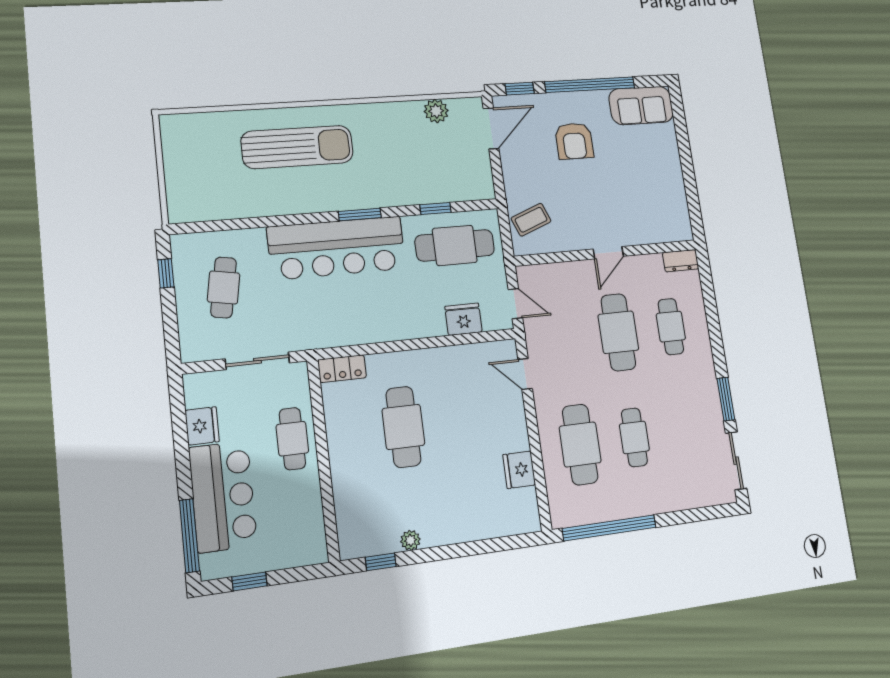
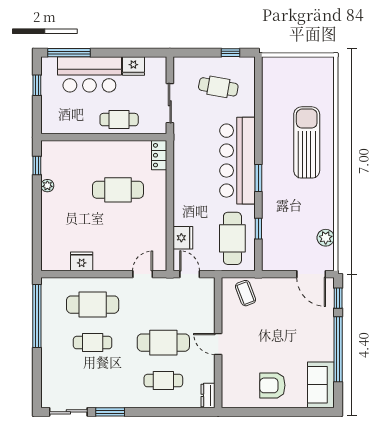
armchair: (574, 141) -> (272, 385), moved
sun lounger: (297, 147) -> (307, 142), turned 180
door: (515, 304) -> (190, 274), swing flipped

